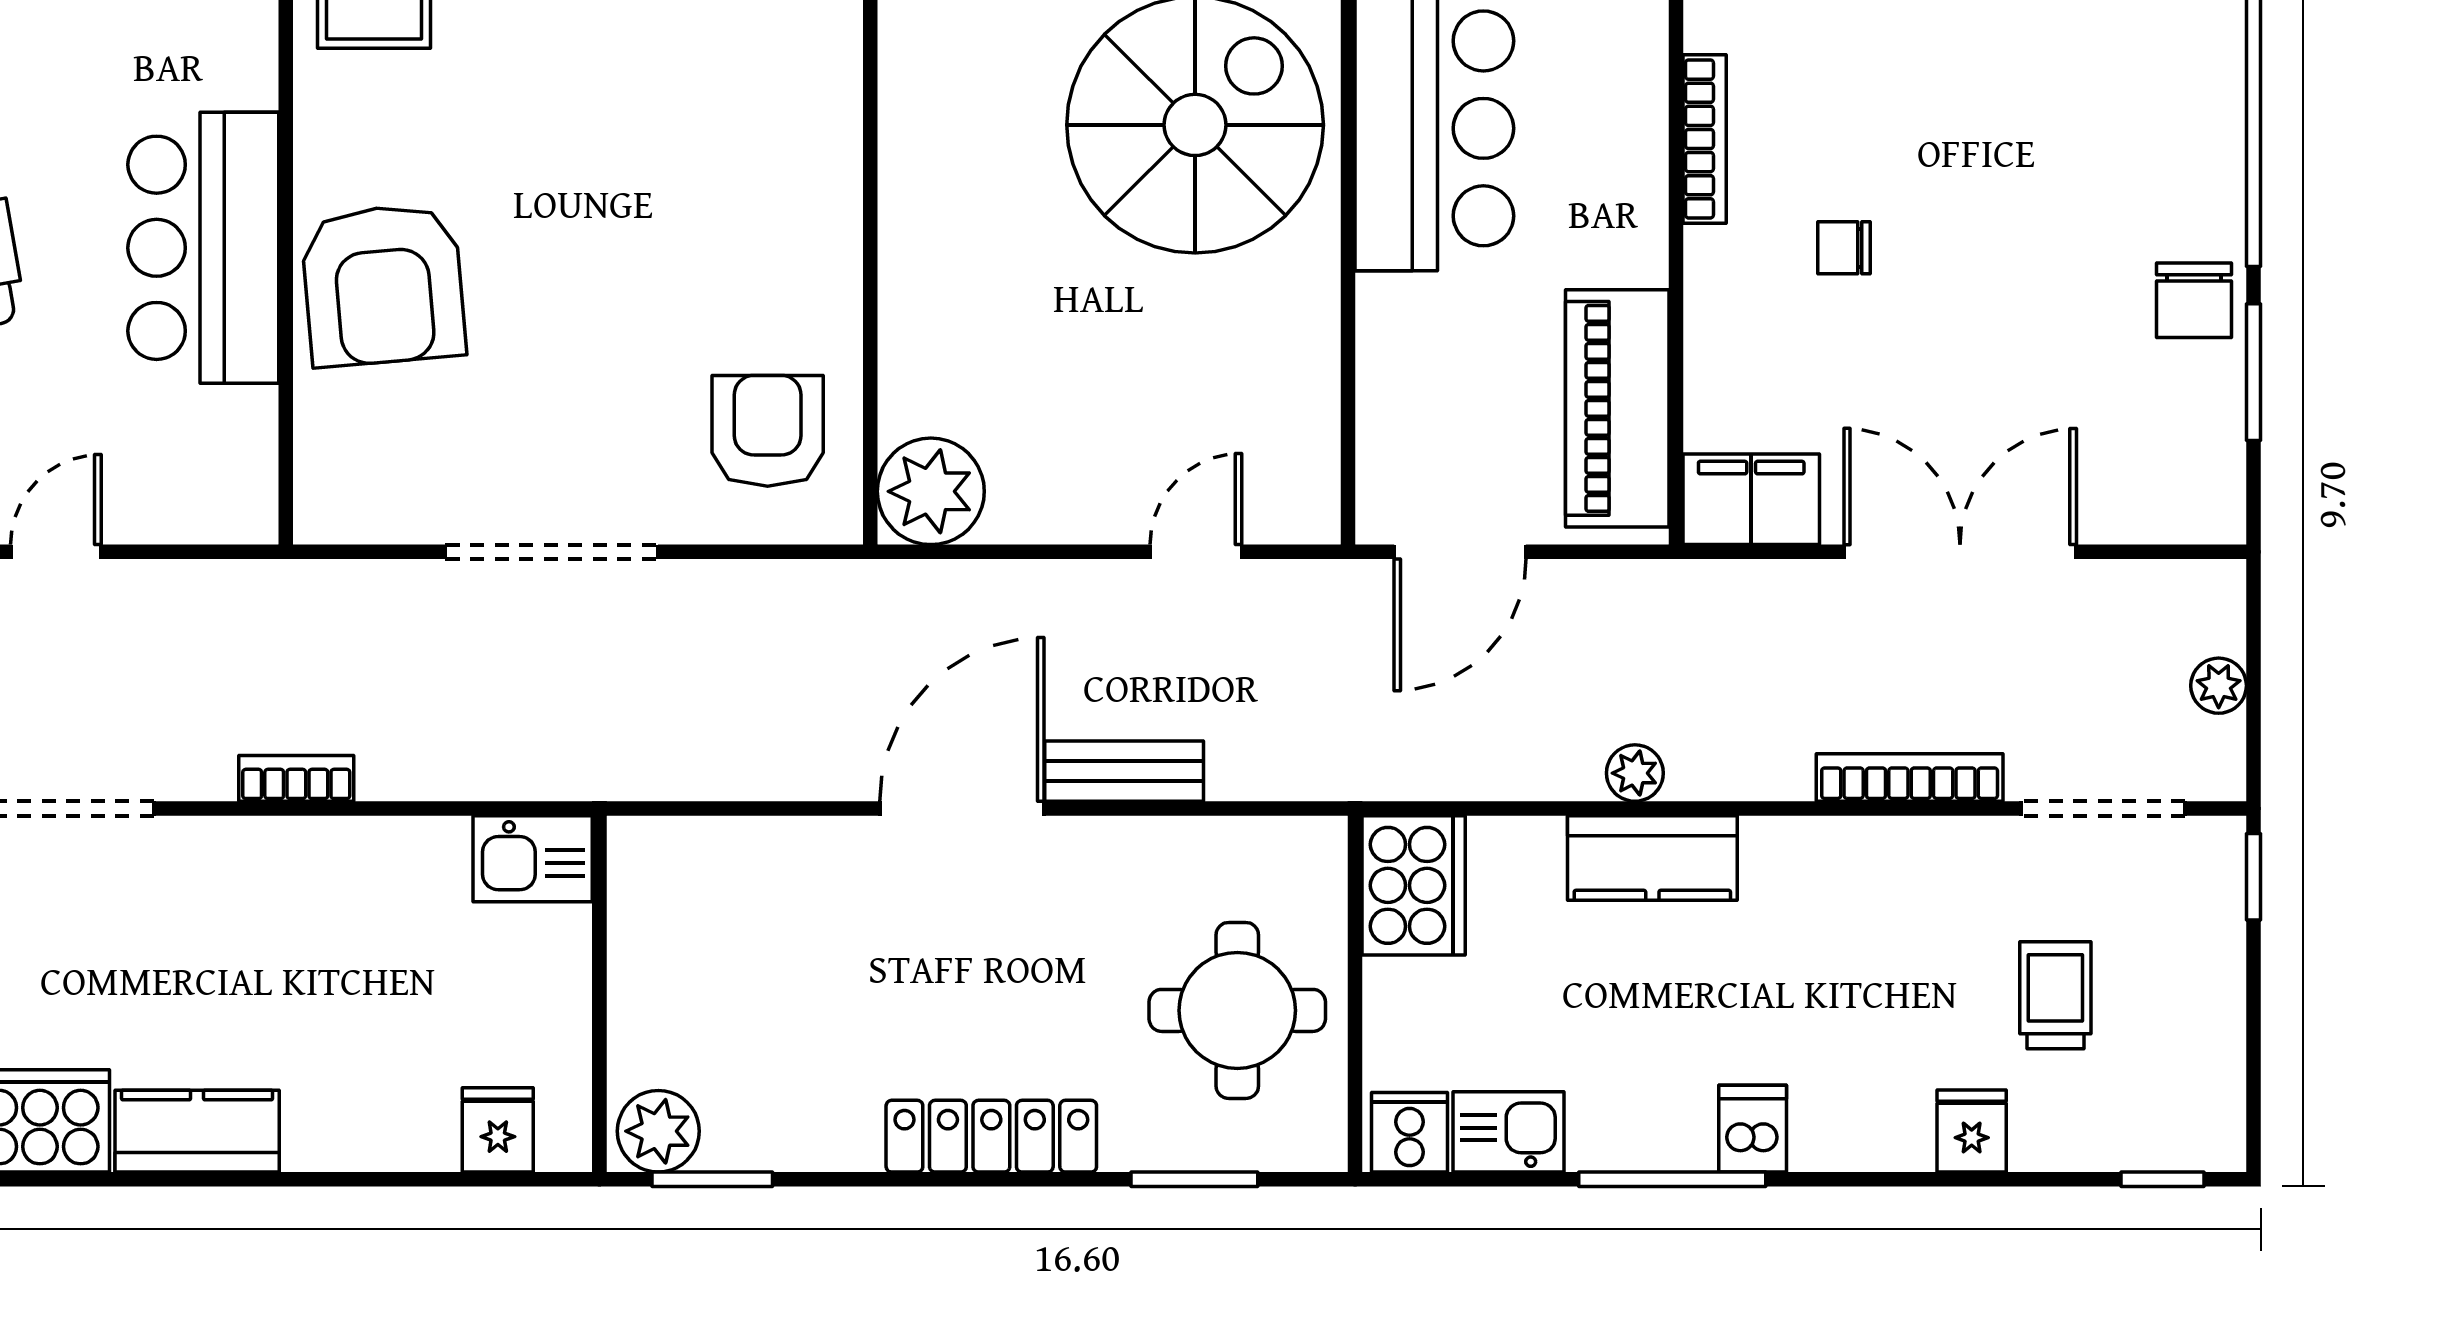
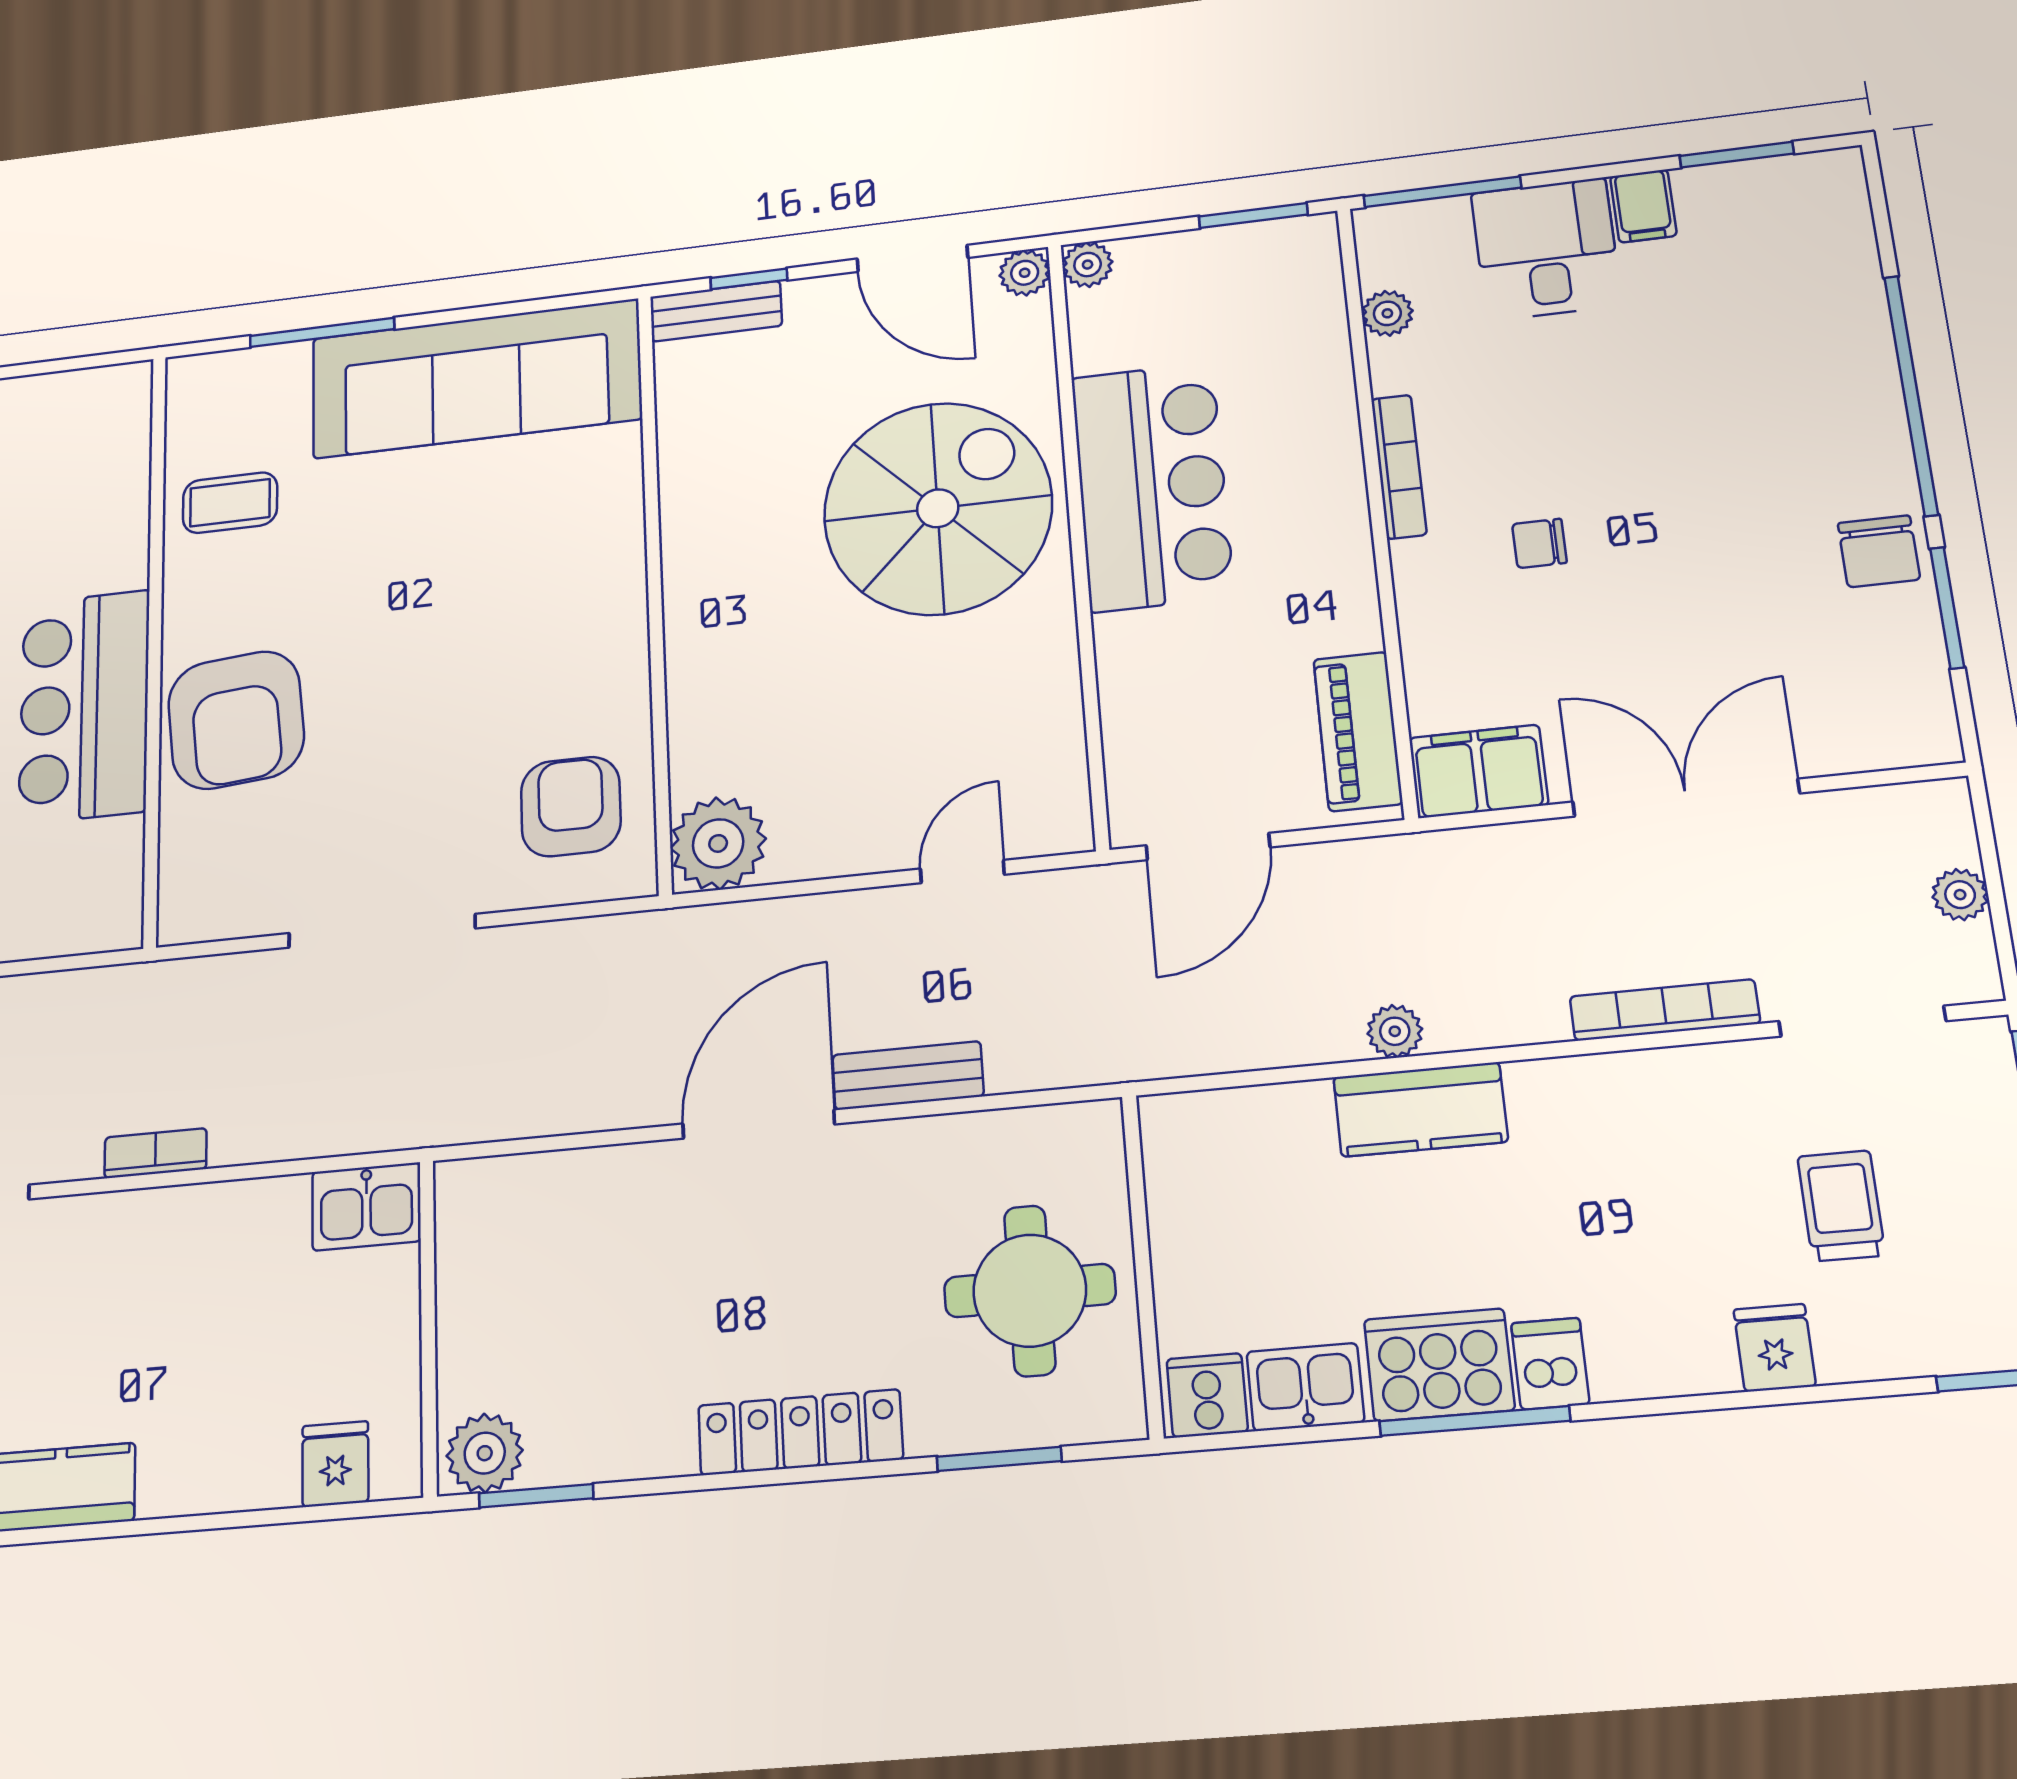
piano: (1617, 408) -> (1358, 731), width x0.73, depth x0.75
cooker: (1414, 885) -> (1439, 1365), moved, turned -90

